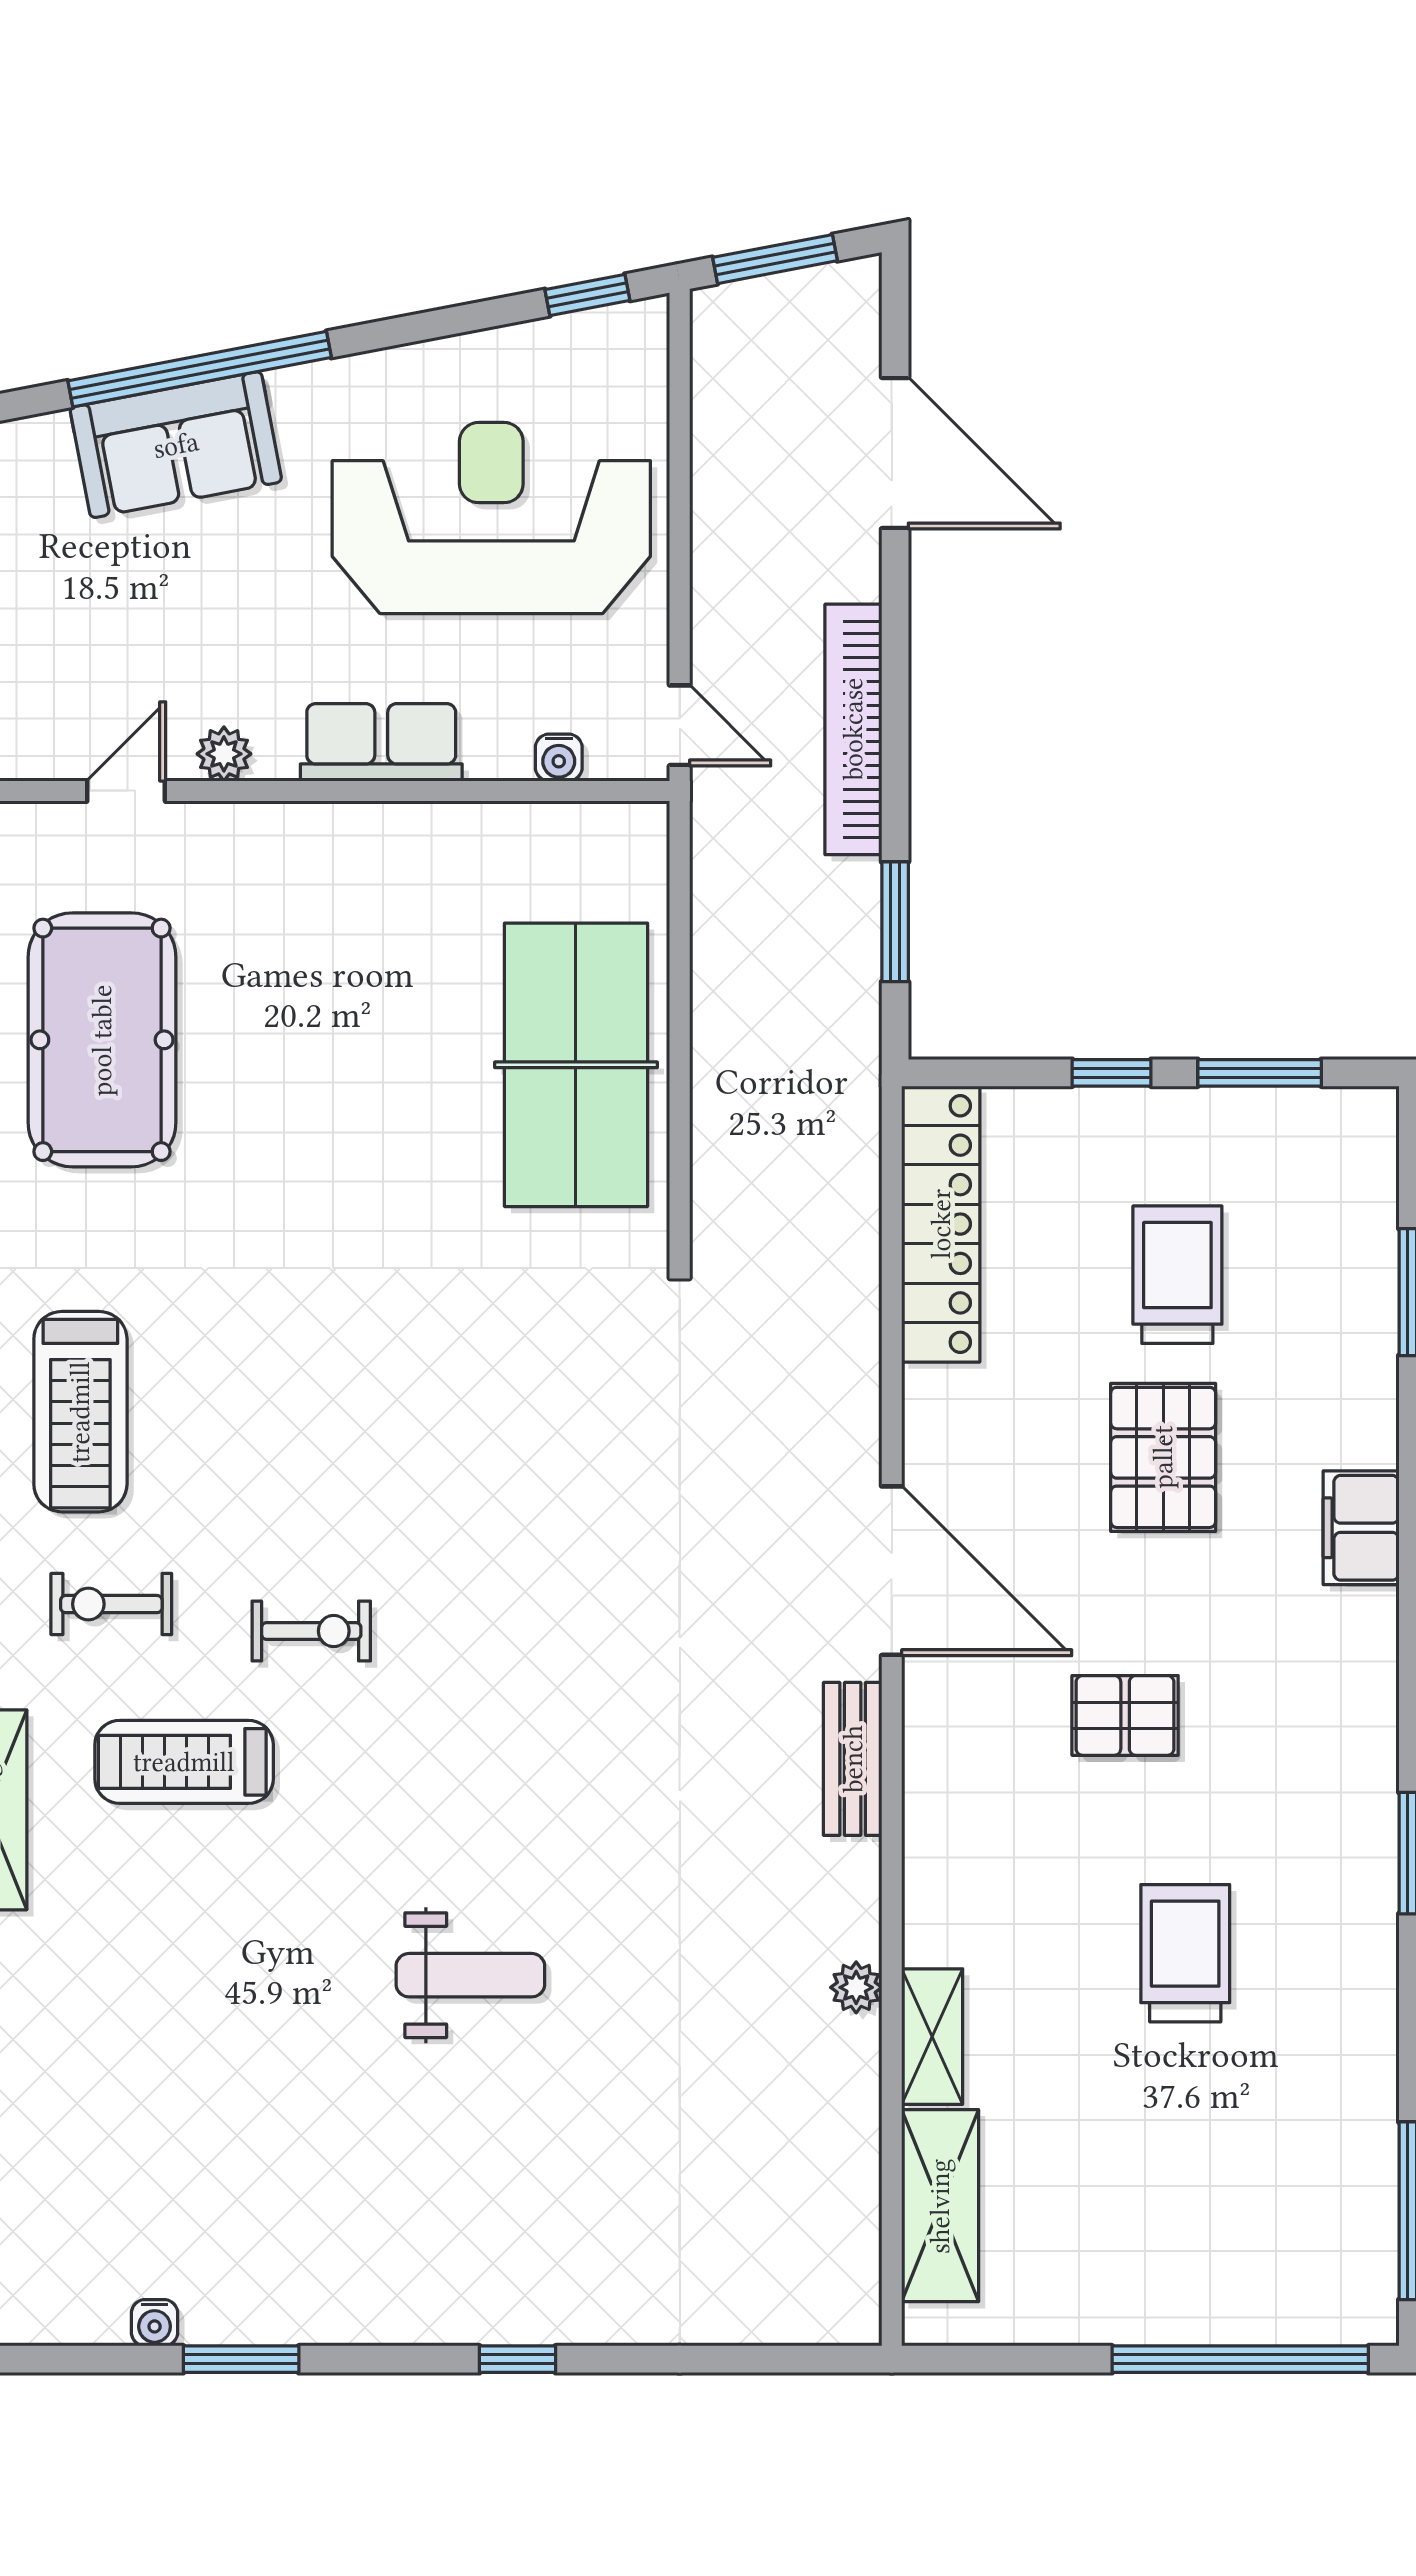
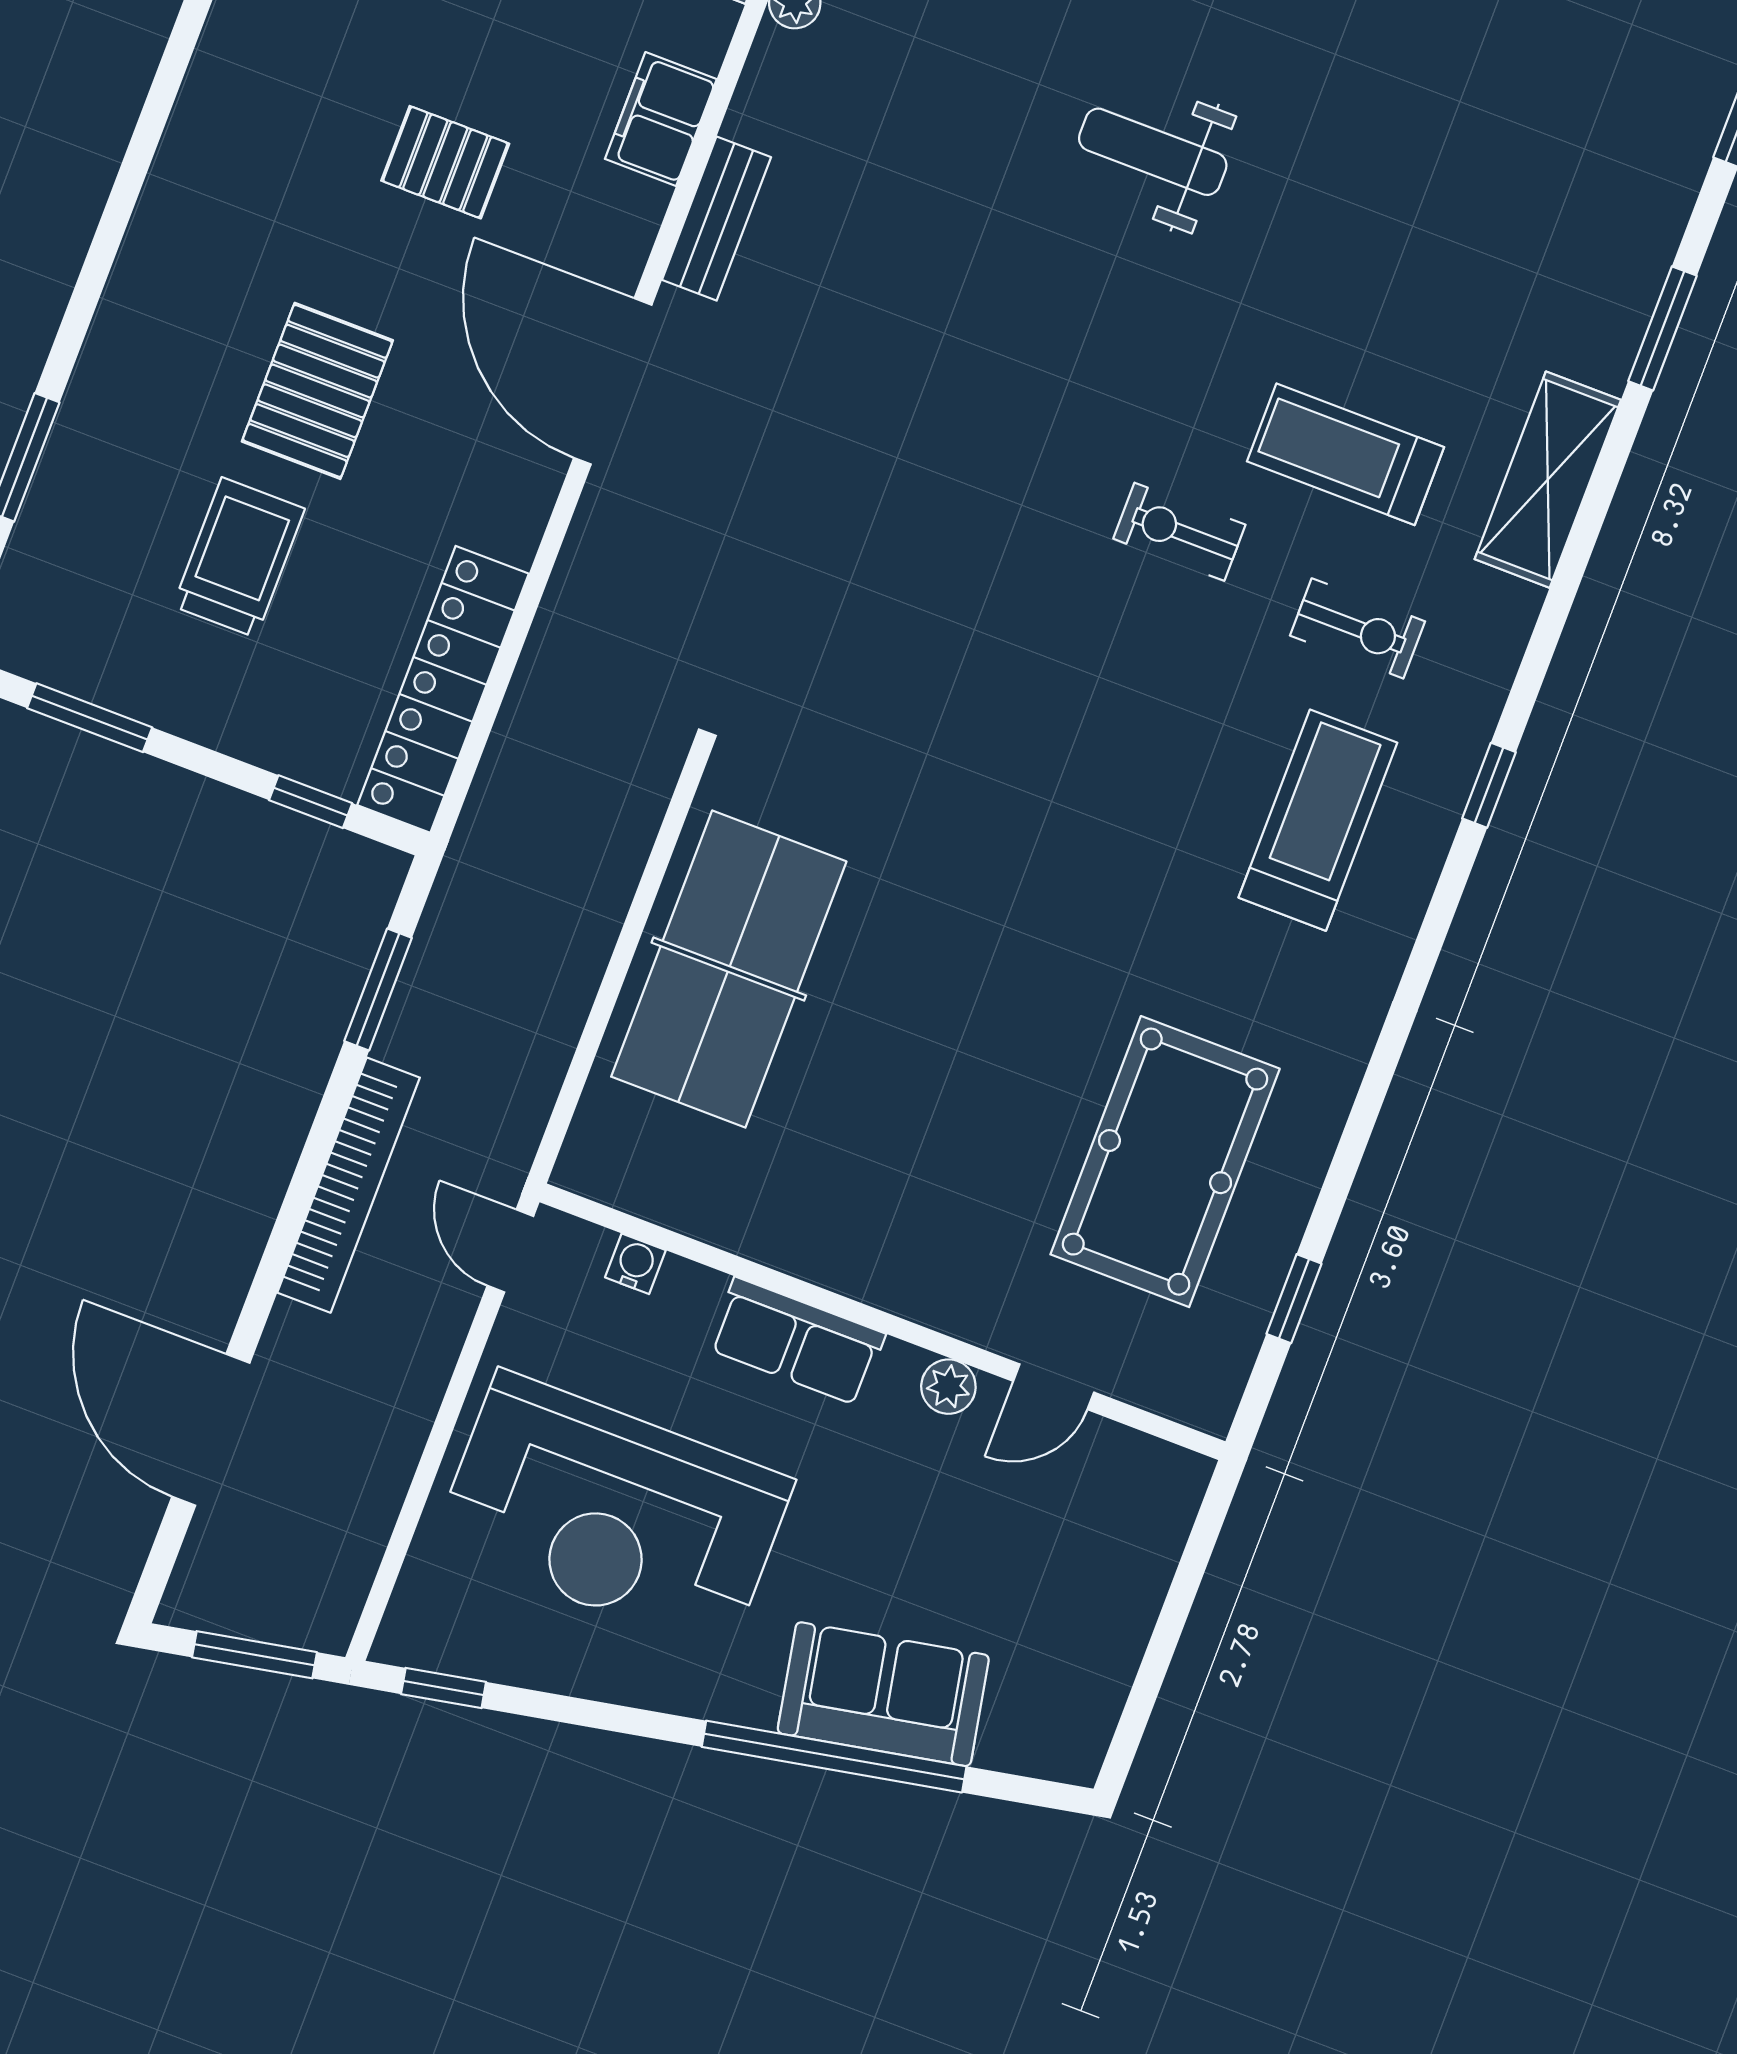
window: (1112, 1073) -> (311, 802), moved
trolley: (1177, 1275) -> (239, 557), turned 180
filing cabinet: (1361, 1528) -> (661, 119), moved, turned 180
treadmill: (184, 1762) -> (1346, 454), turned 180

